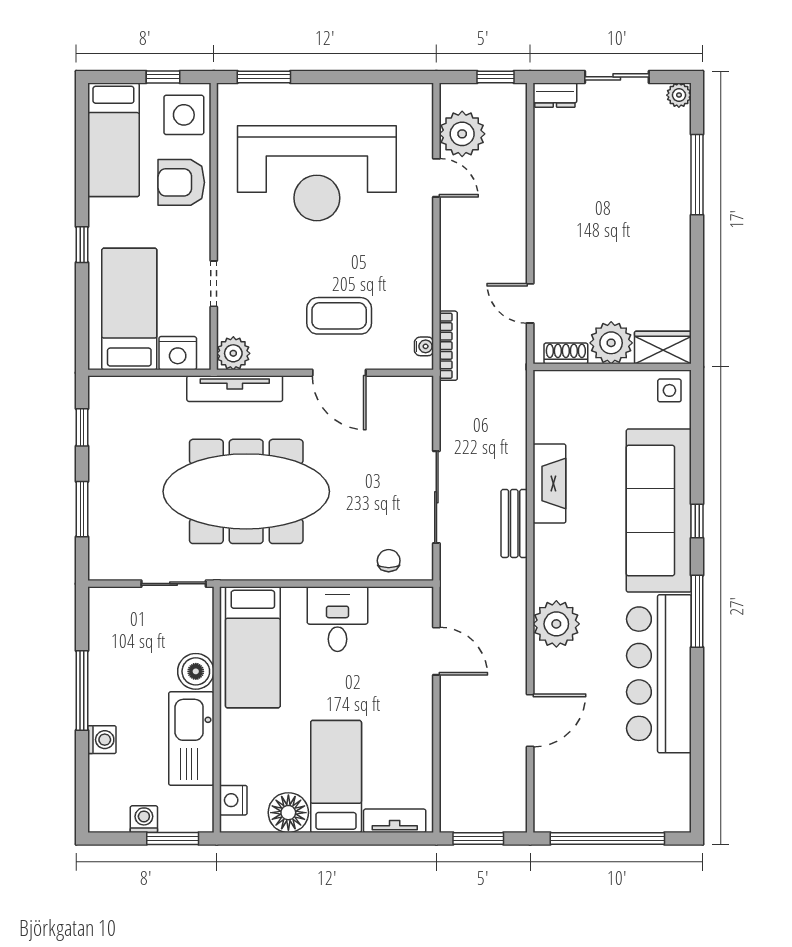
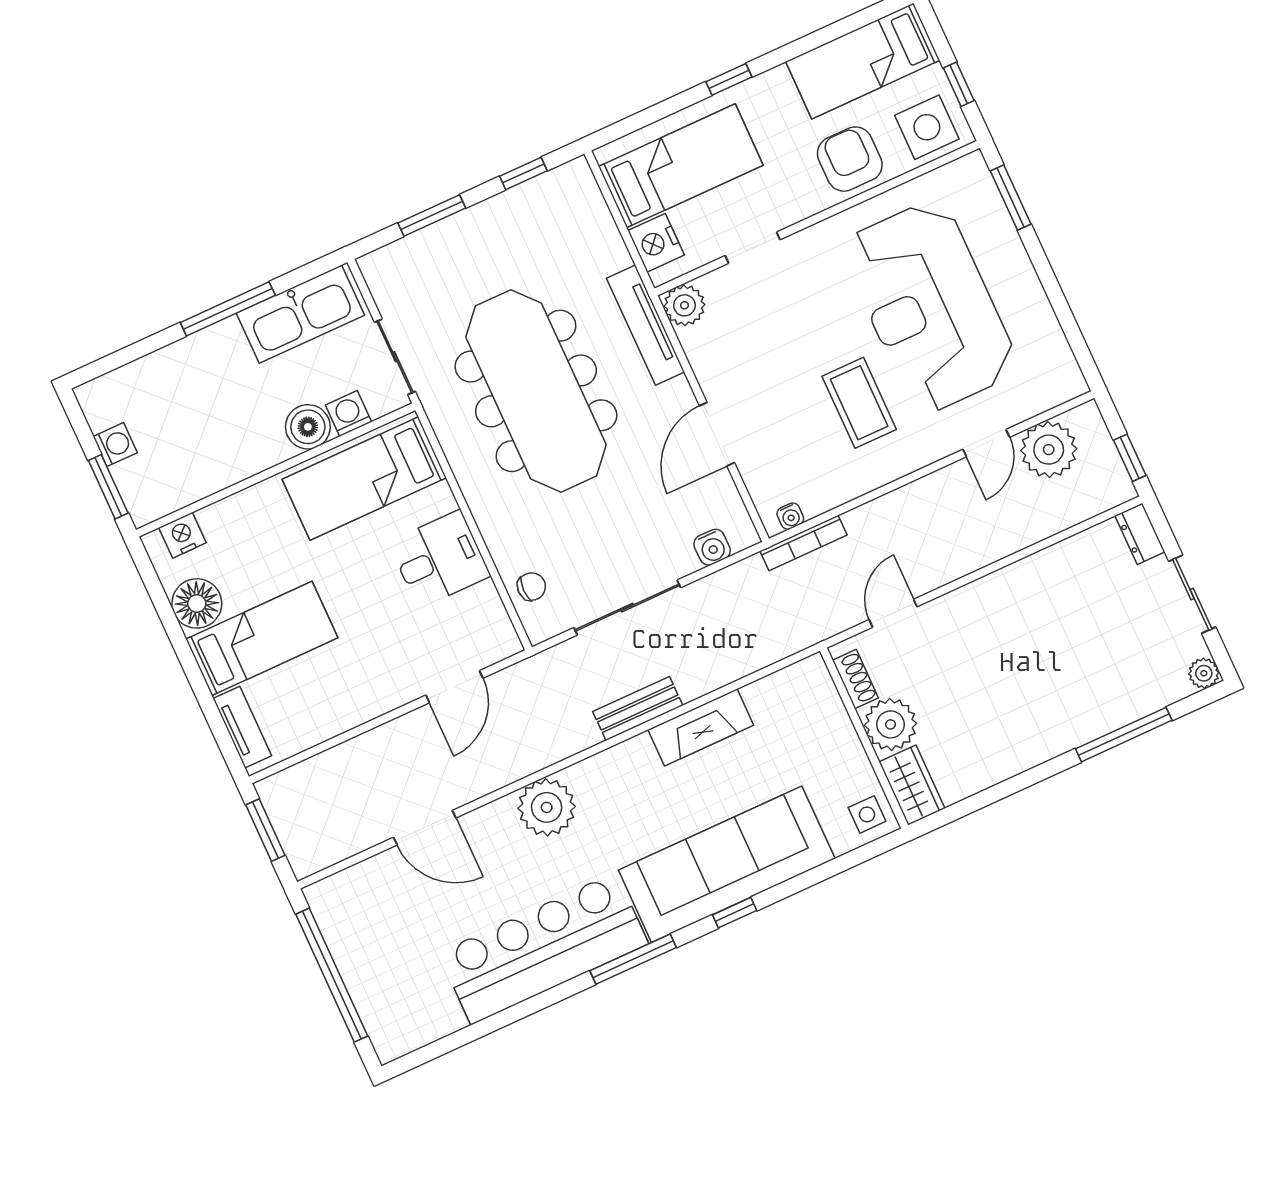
coffee table: (339, 316) -> (859, 403), moved
water cooler: (421, 414) -> (712, 547), added
kitchen sink: (191, 739) -> (300, 314), moved, turned 180
washing machine: (102, 740) -> (349, 414), moved, turned 180

